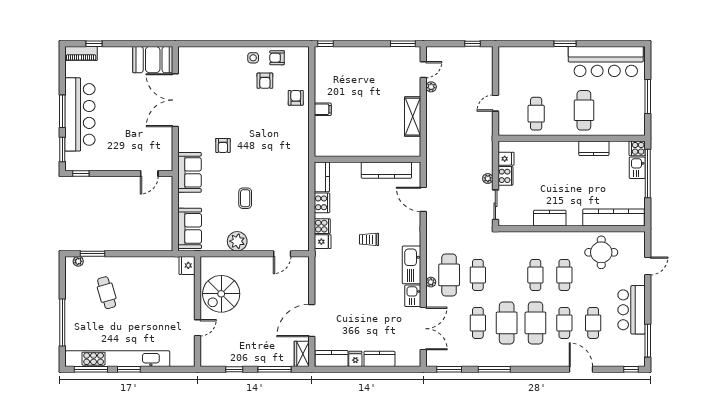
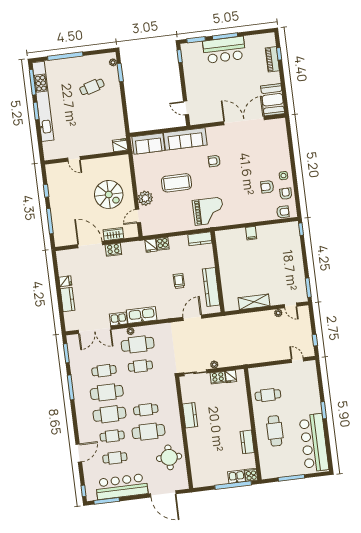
piano: (81, 53) -> (272, 59), moved
armchair: (296, 98) -> (283, 212), moved
door: (495, 103) -> (297, 360), moved
cafe table: (584, 110) -> (275, 431), turned 90
bar counter: (80, 114) -> (224, 50), width x0.73
grand piano: (287, 161) -> (208, 211), added
sofa: (189, 172) -> (185, 139), width x1.36
coffee table: (245, 198) -> (176, 183), width x1.86, depth x1.72
cooker: (322, 203) -> (113, 250), moved
kitchen counter: (614, 217) -> (197, 463), removed
trolley: (369, 239) -> (179, 281), moved
plant: (237, 241) -> (145, 198), moved
door: (282, 254) -> (138, 216), hinge flipped
door: (648, 266) -> (163, 494), width x1.87
cafe table: (564, 275) -> (148, 432), width x1.37, depth x1.35
spiral stairs: (221, 294) -> (109, 194), moved, turned 180
bar counter: (632, 310) -> (122, 487), width x1.36
wardrobe: (302, 354) -> (113, 234), moved
kitchen counter: (332, 358) -> (63, 263), removed

